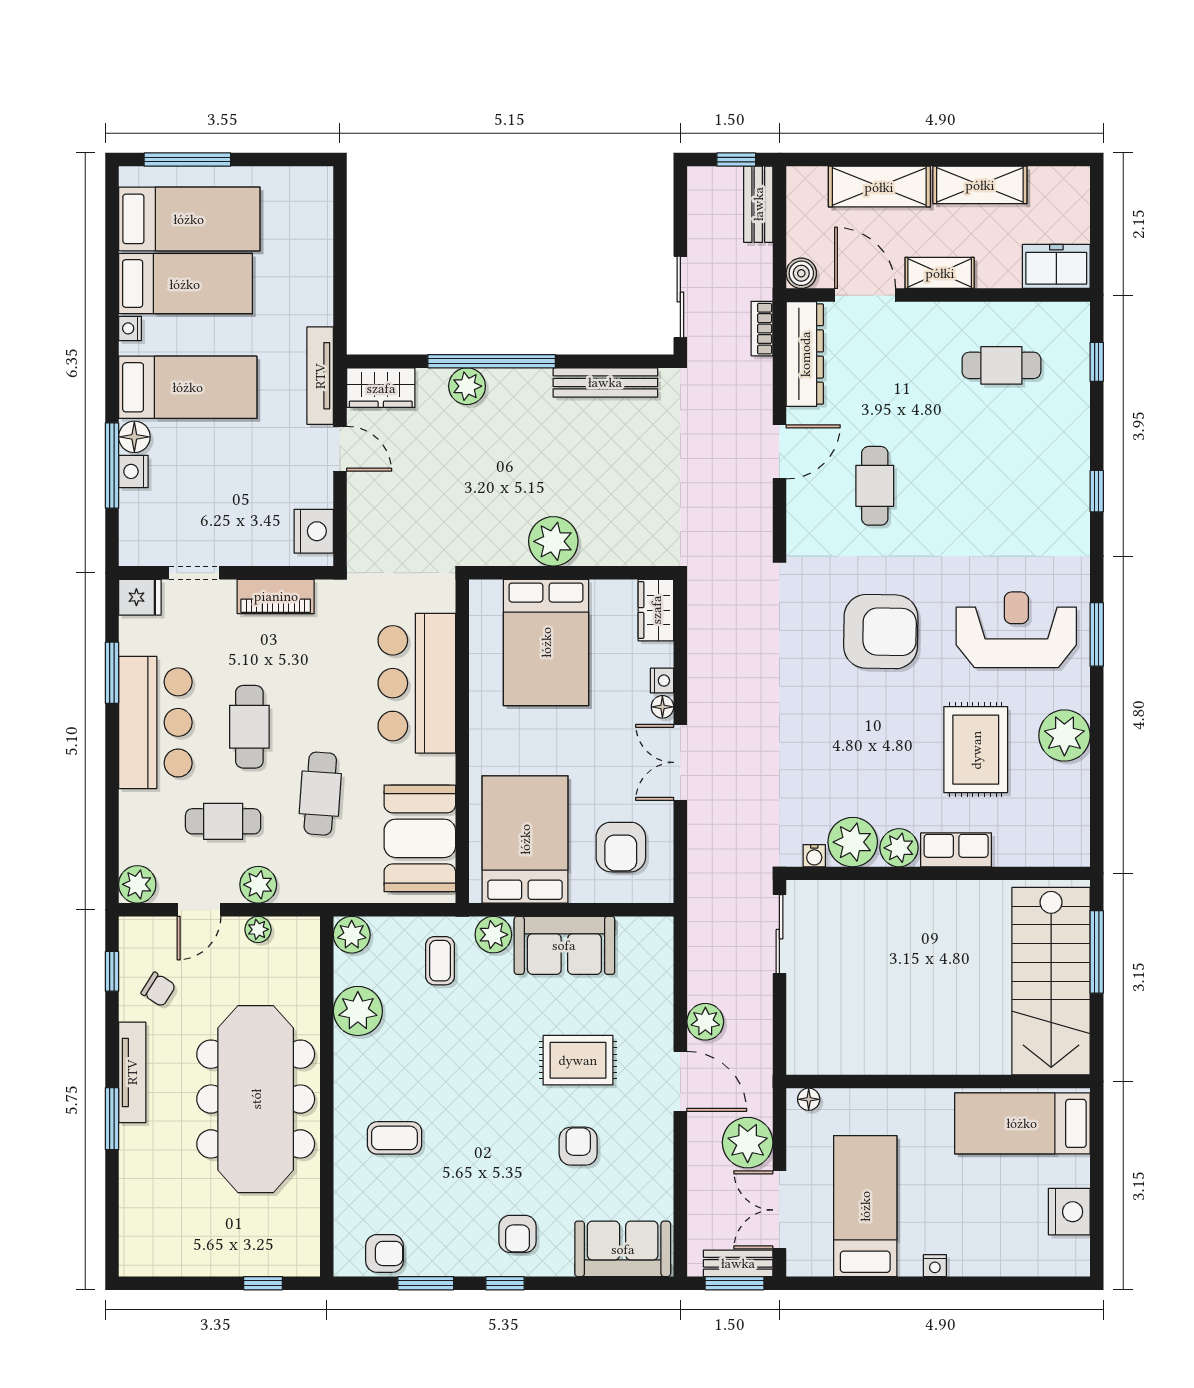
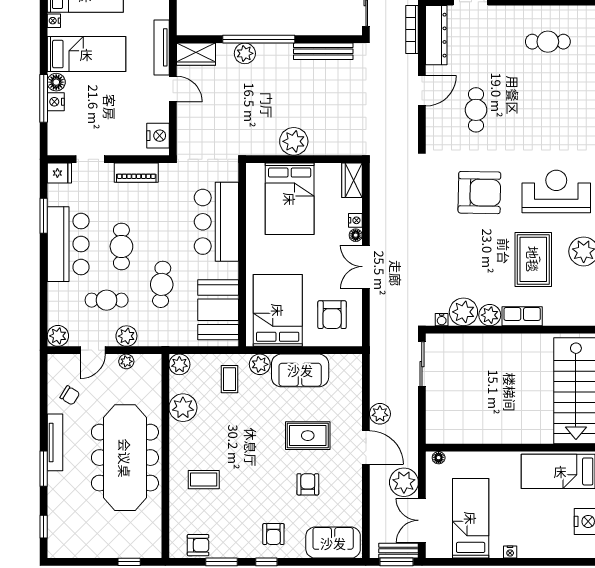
bookcase: (762, 329) -> (412, 29), width x1.56
window: (112, 971) -> (44, 527), moved

